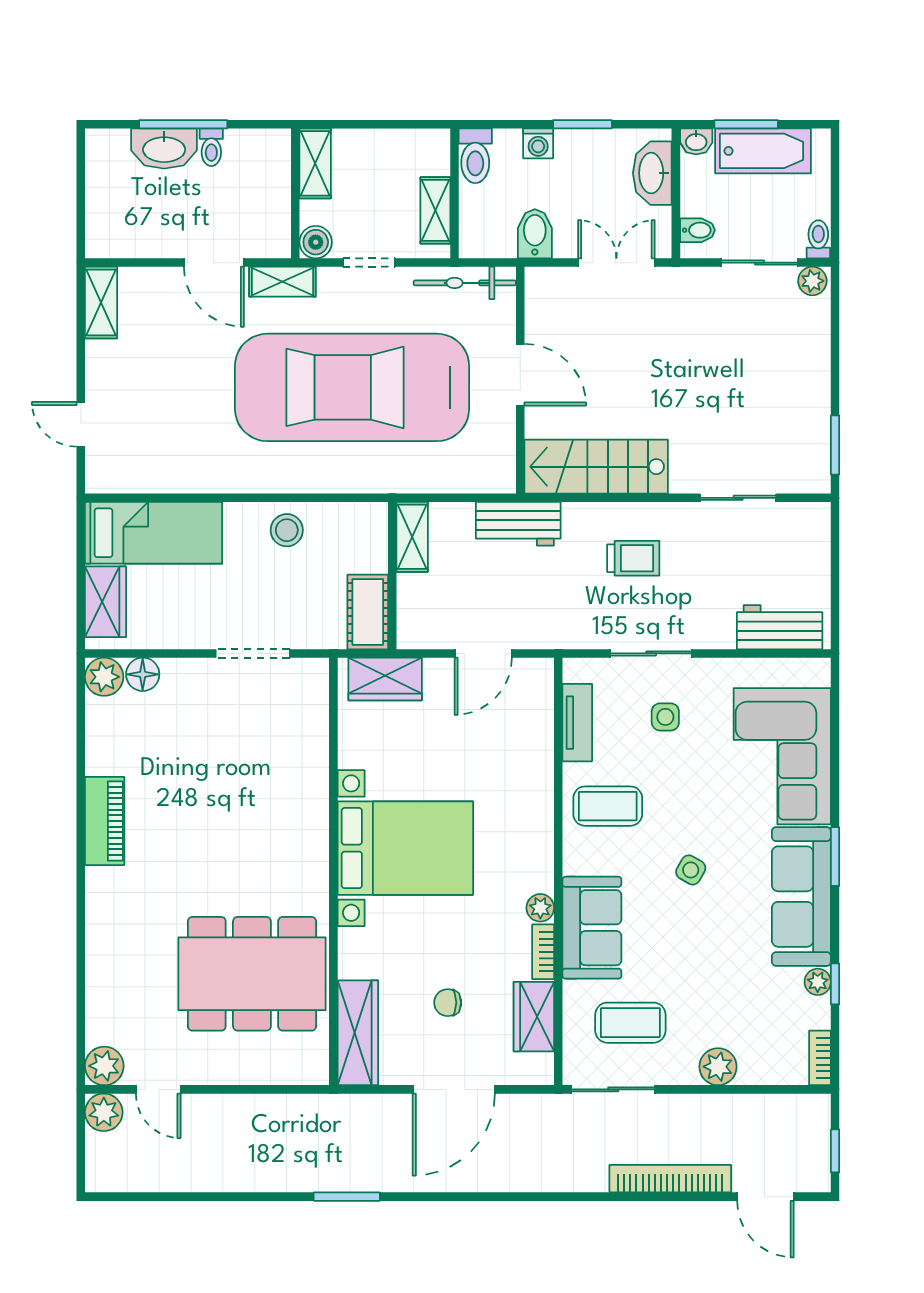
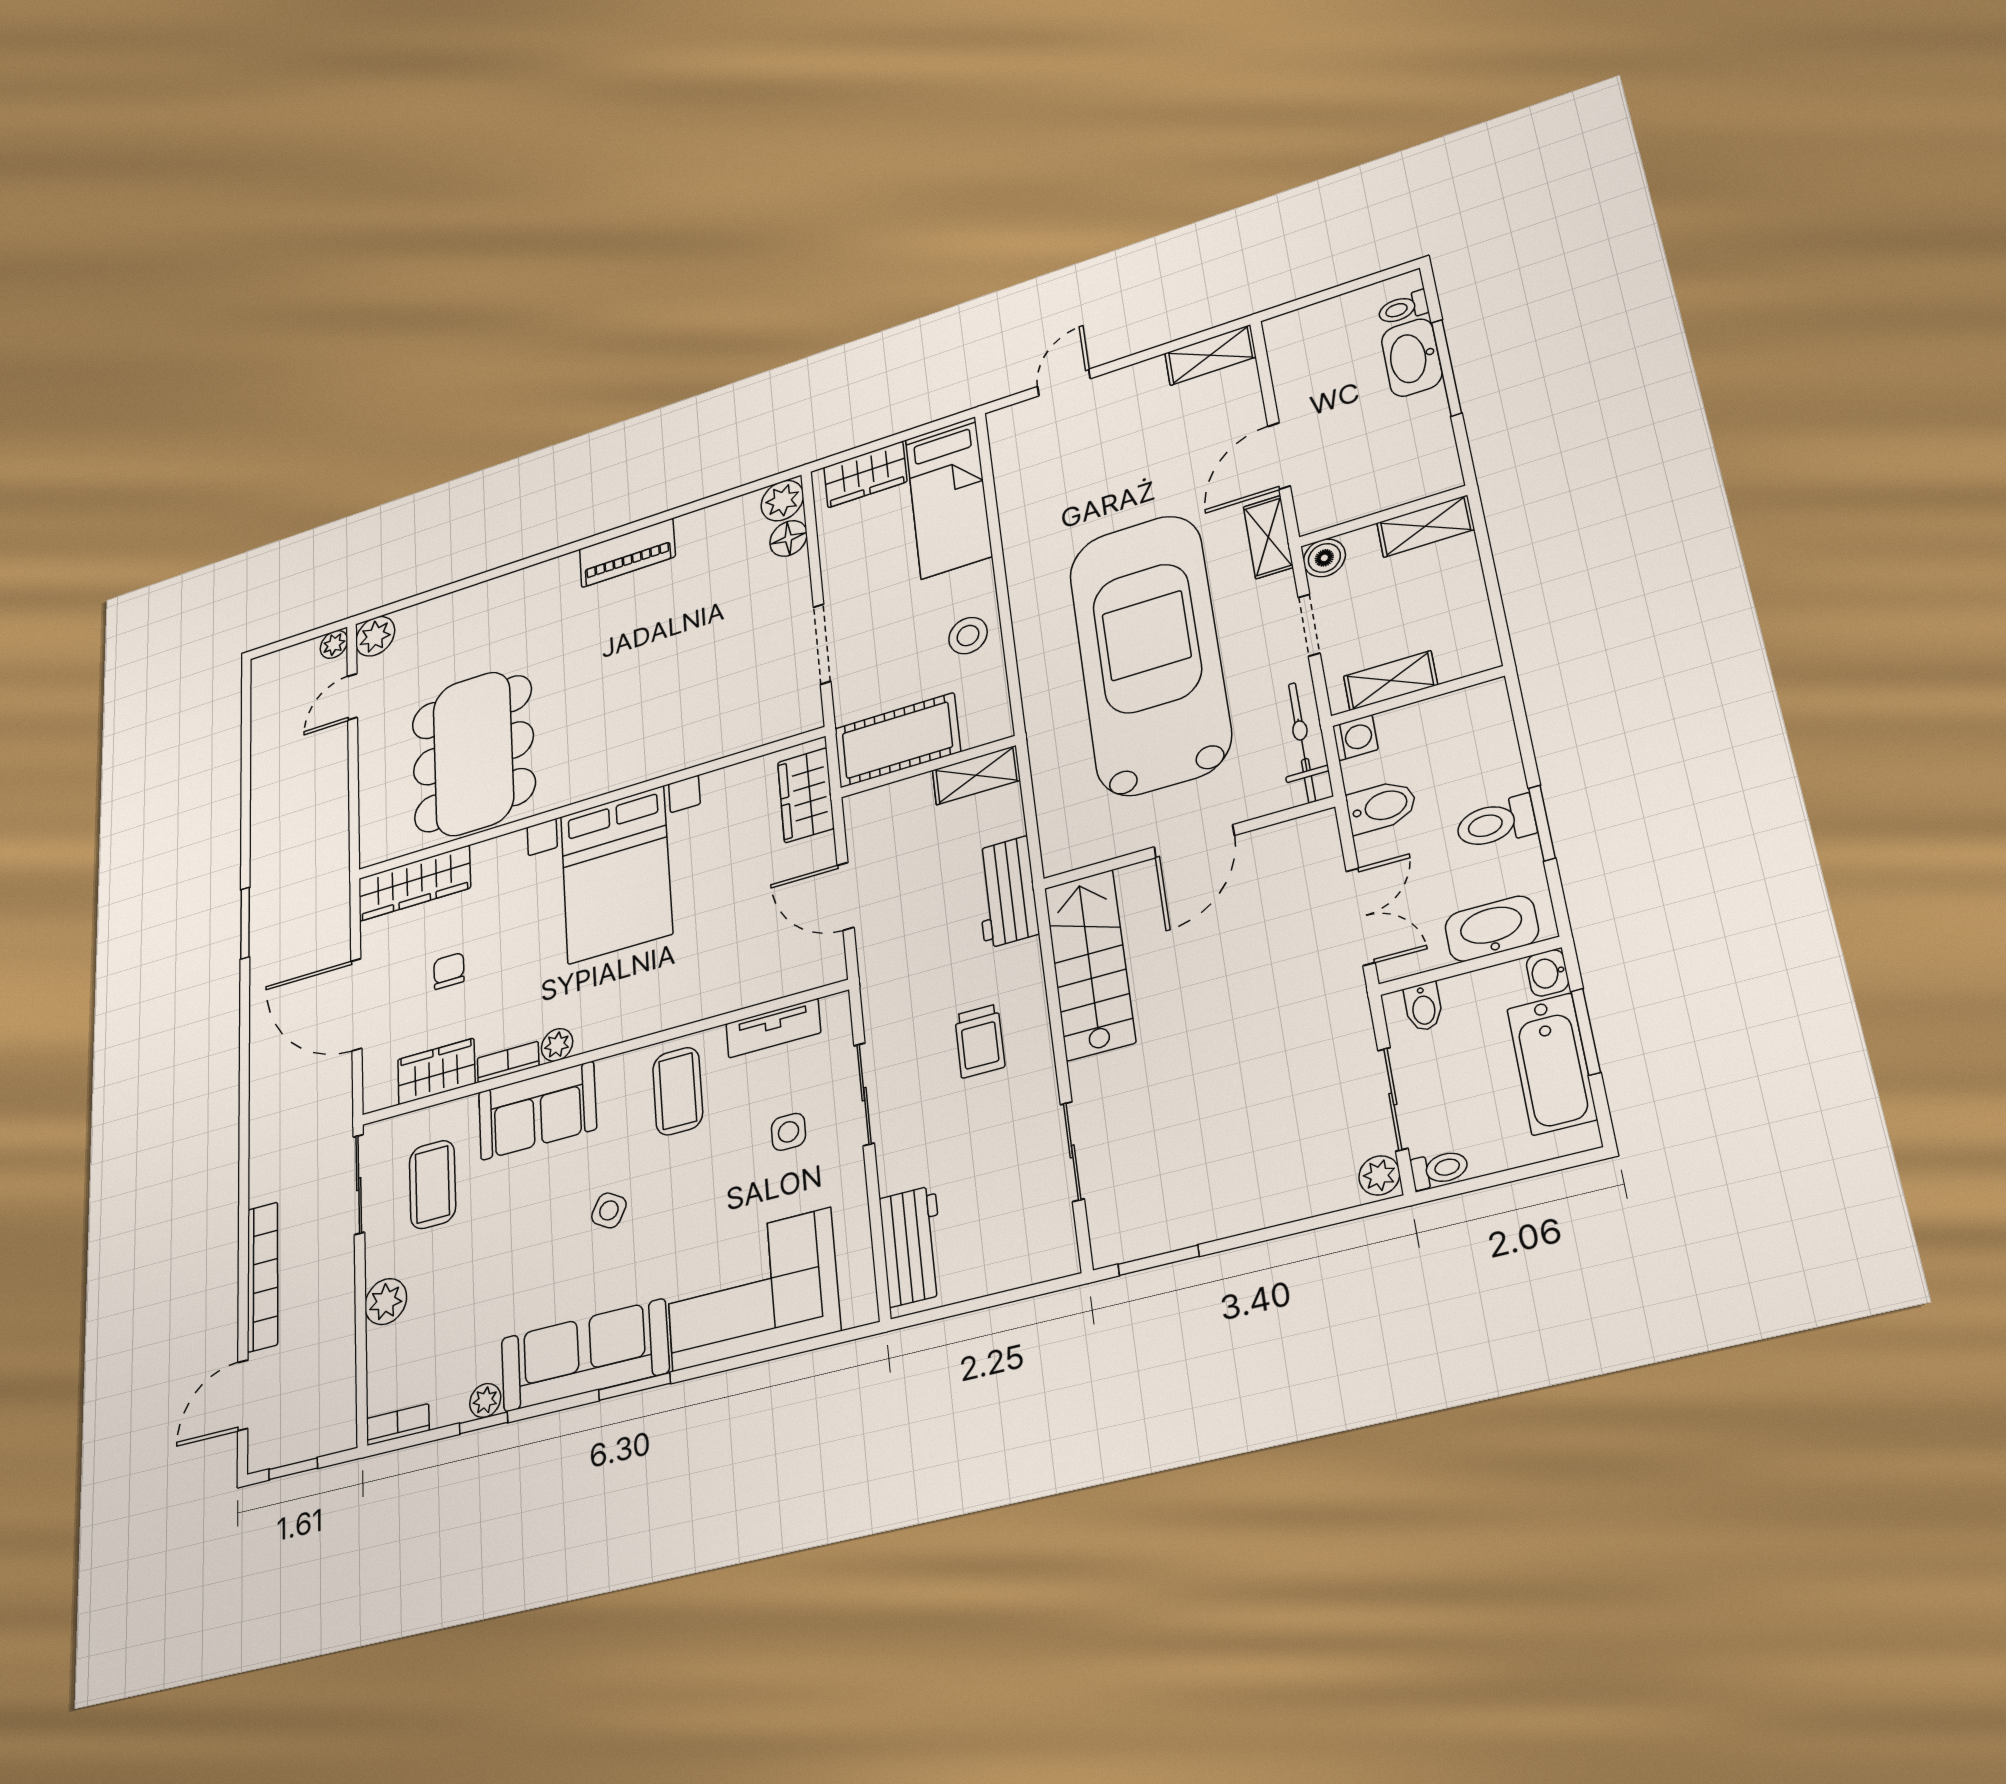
washing machine: (538, 143) -> (1355, 738), moved, turned 180
toilet: (211, 147) -> (1403, 308), moved
toilet: (475, 156) -> (1496, 823), moved
cot: (368, 612) -> (897, 740), width x1.37, depth x1.34
plant: (104, 1112) -> (334, 644), width x0.73, depth x0.73

